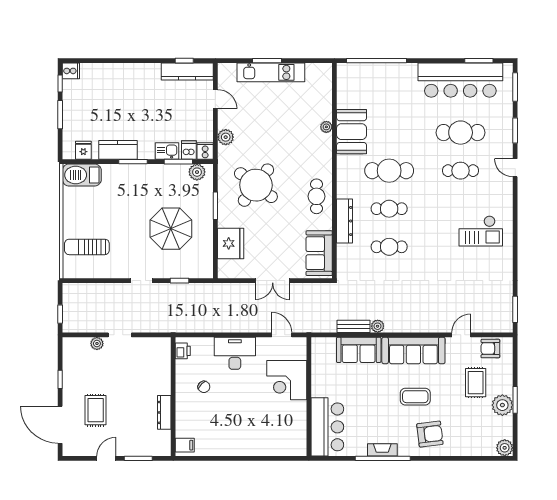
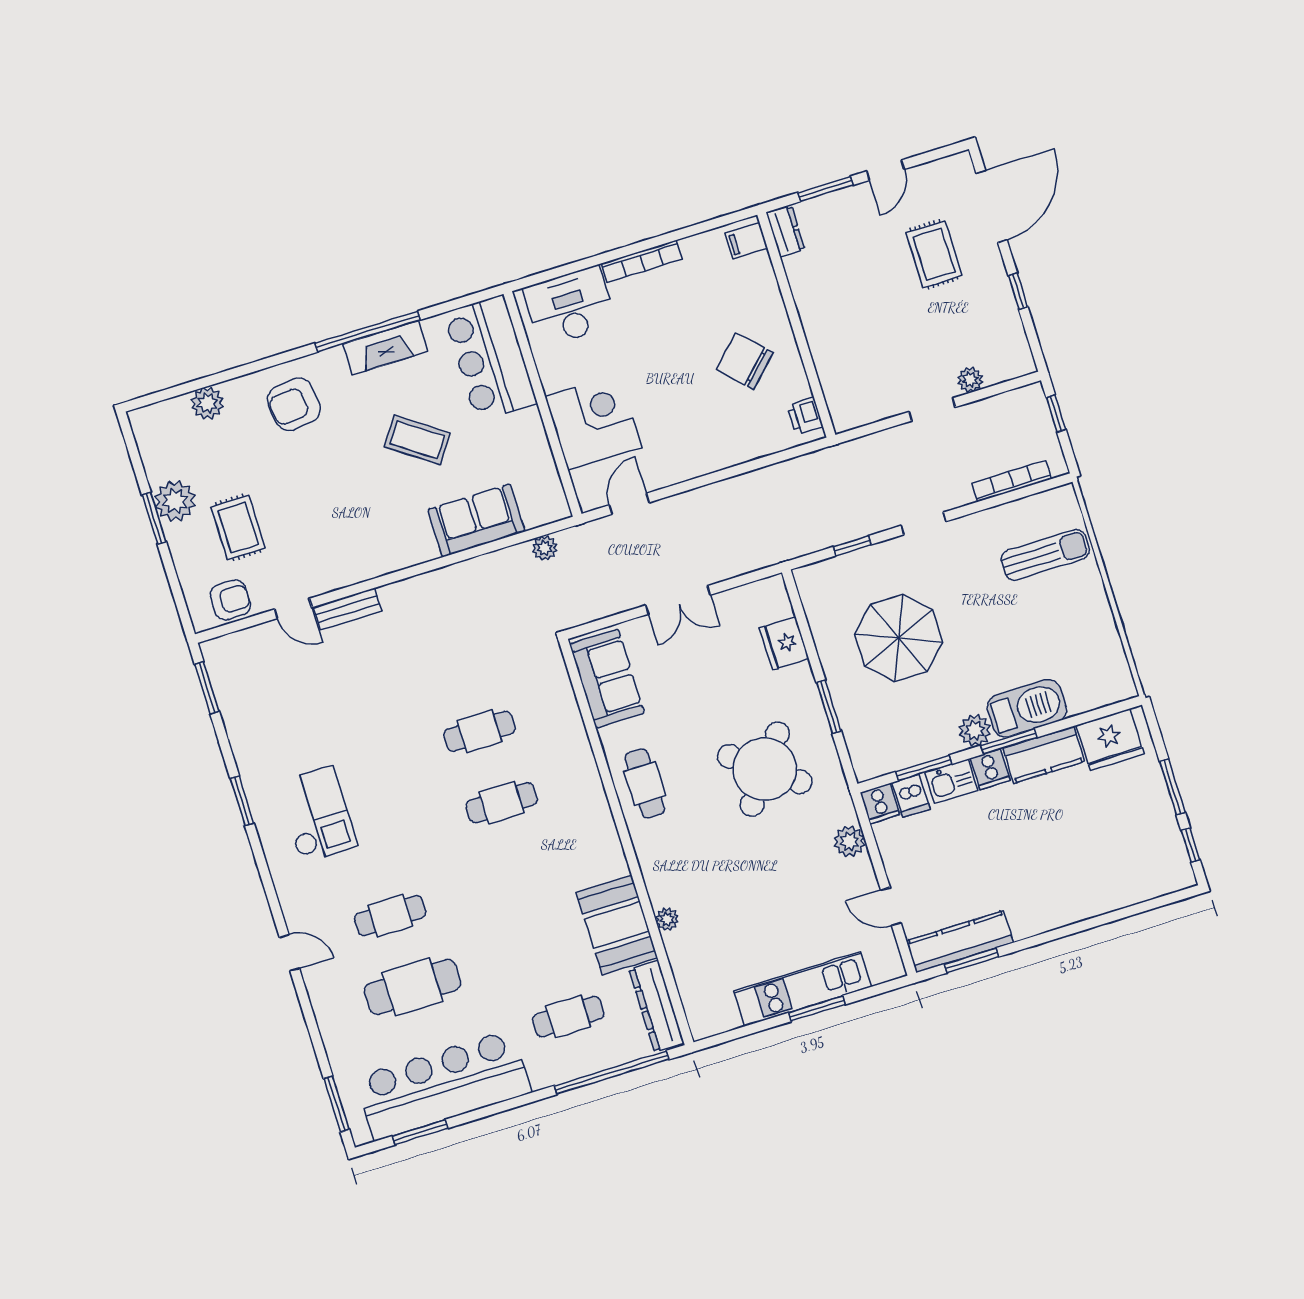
window: (184, 61) -> (972, 960), width x1.50
cooker: (71, 71) -> (990, 769), moved, turned -90
window: (515, 130) -> (242, 801), moved
fridge: (83, 150) -> (1110, 740), width x1.88, depth x1.34
cafe table: (389, 171) -> (568, 1017), moved, width x0.73, depth x0.74
plant: (197, 172) -> (975, 731), moved
barbecue: (82, 175) -> (1027, 708), moved
dresser: (345, 221) -> (657, 1006), moved
checkout: (481, 231) -> (317, 814), turned 90
fridge: (231, 243) -> (784, 643), width x0.73, depth x0.75
double door: (273, 281) -> (678, 600), swing flipped
bookcase: (92, 288) -> (1012, 481), added
bench: (354, 326) -> (347, 609), moved
plant: (378, 326) -> (545, 548), moved
door: (282, 335) -> (629, 504), swing flipped
door: (461, 335) -> (293, 608), hinge flipped
sofa: (413, 350) -> (373, 551), removed
desk: (235, 353) -> (570, 306), moved, turned 180
chair: (204, 387) -> (745, 361), width x1.87, depth x1.87
coffee table: (415, 397) -> (417, 440), moved, turned 35
dresser: (164, 412) -> (785, 231), moved, width x0.70
door: (60, 425) -> (992, 206), hinge flipped
plant: (505, 448) -> (207, 403), moved
fireplace: (382, 450) -> (385, 348), width x1.37, depth x1.32
bookcase: (239, 451) -> (642, 261), added

